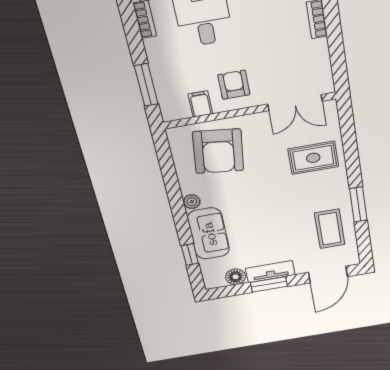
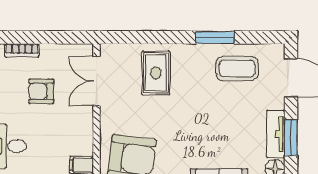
armchair: (234, 85) -> (41, 91), moved
double door: (295, 103) -> (96, 81), swing flipped

